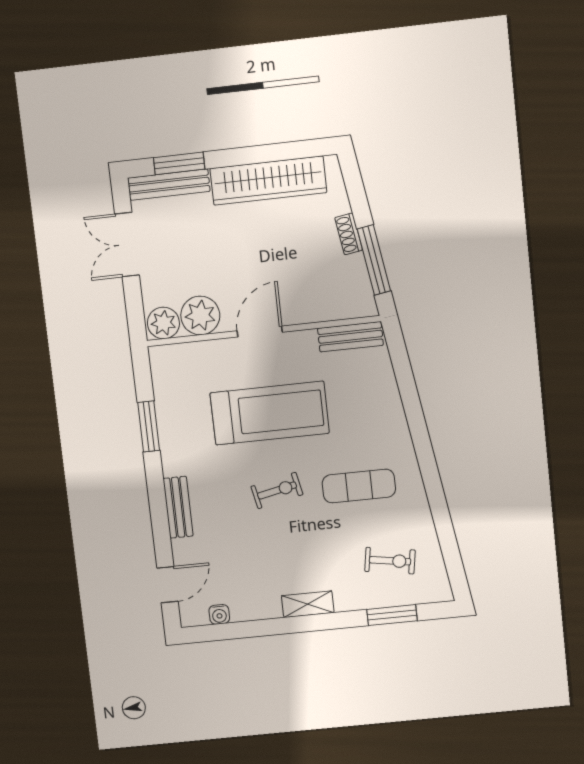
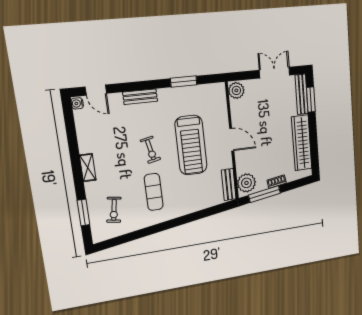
plant: (200, 316) -> (246, 183), moved
water cooler: (219, 614) -> (77, 103), moved

